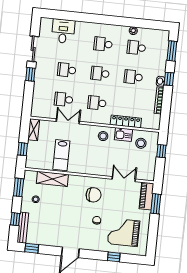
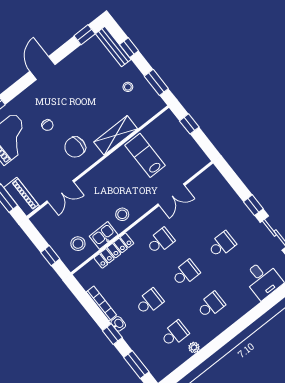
school desk: (64, 99) -> (197, 213), removed
shelving: (34, 130) -> (197, 154), removed
shelving: (52, 179) -> (116, 135), moved

